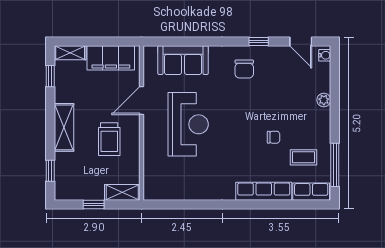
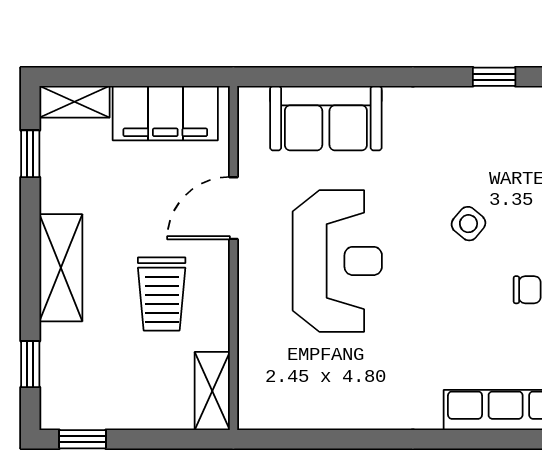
chair: (244, 69) -> (462, 138), removed
side table: (247, 108) -> (468, 224), added
shelving: (122, 192) -> (212, 391), moved, turned 90
window: (94, 204) -> (82, 439), moved

